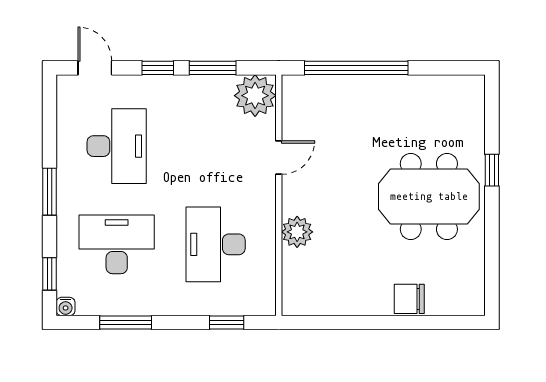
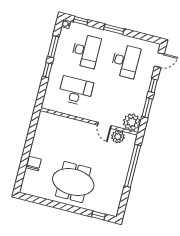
desk: (117, 146) -> (125, 61), turned -90
window: (492, 170) -> (98, 215), moved
meeting table: (429, 196) -> (73, 182), turned 90
plant: (297, 232) -> (118, 137), moved
window: (227, 323) -> (47, 70), moved

